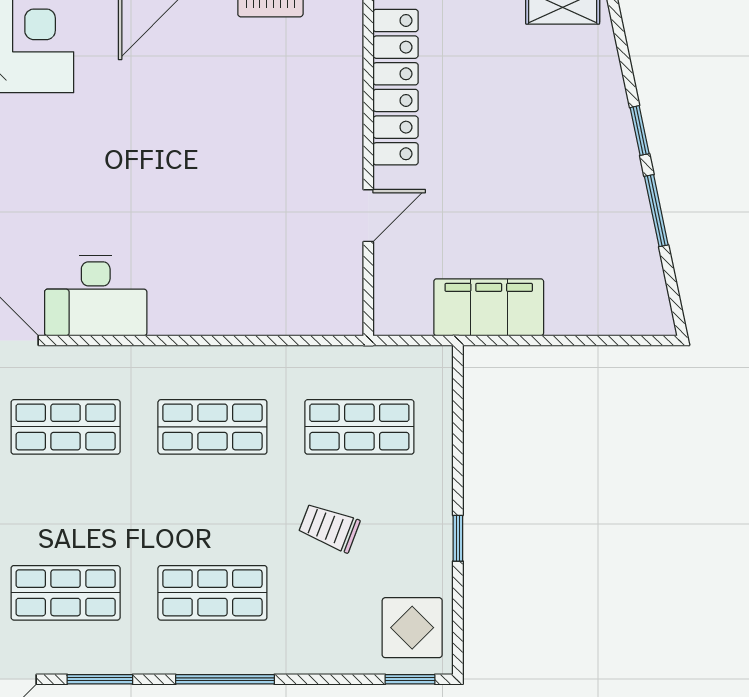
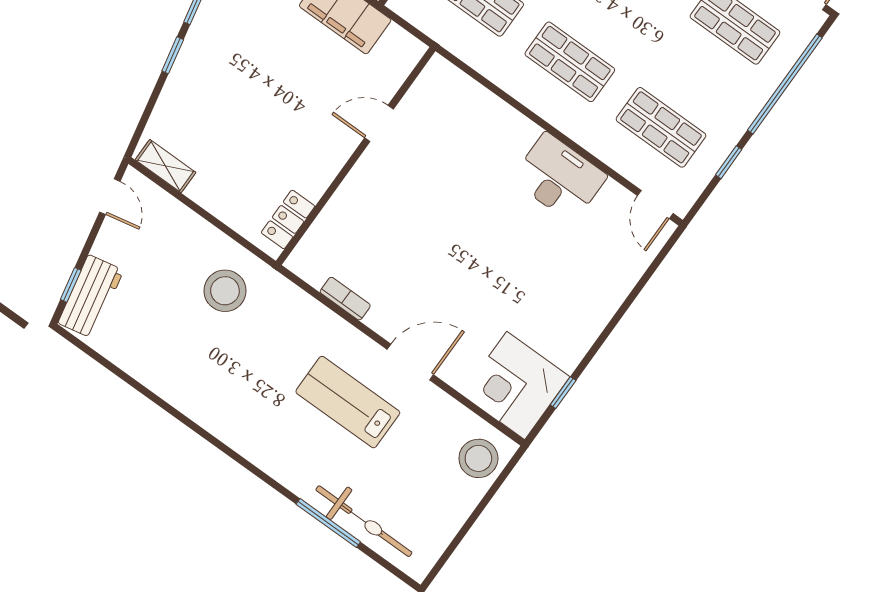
locker: (396, 87) -> (288, 219), width x0.46, depth x0.83
desk: (96, 296) -> (559, 178), moved

